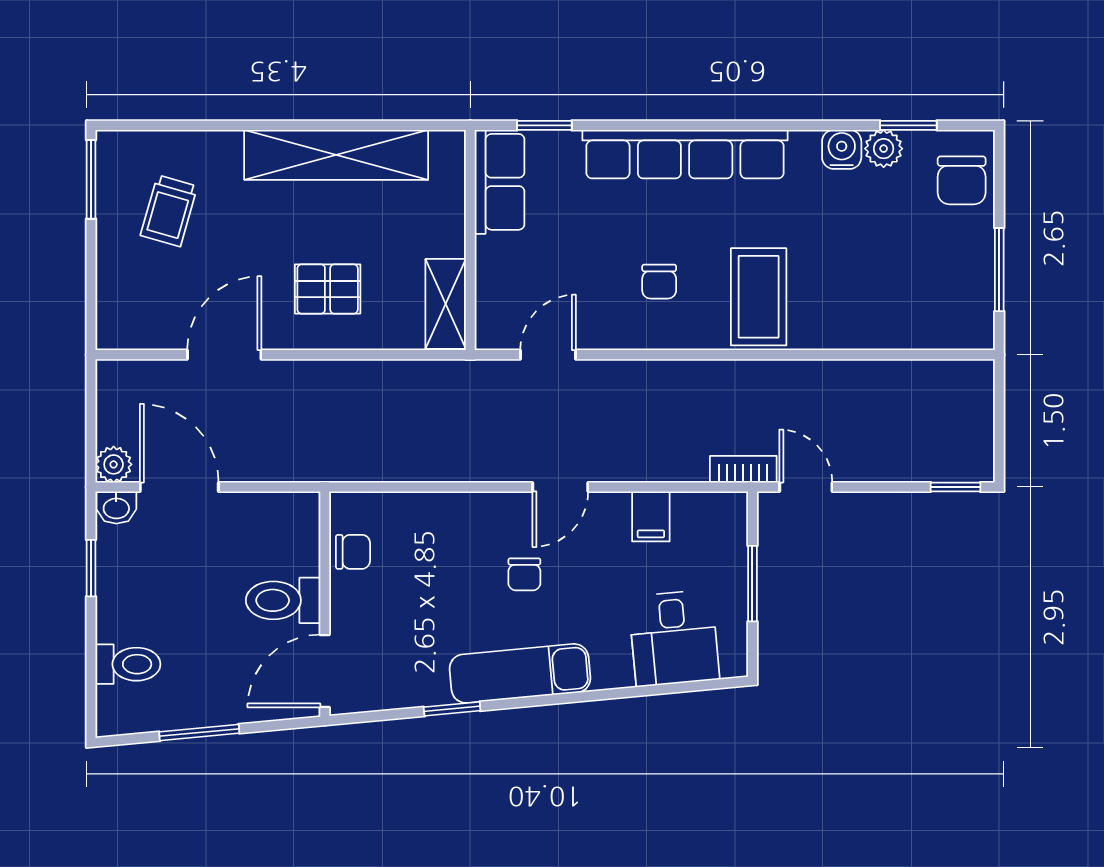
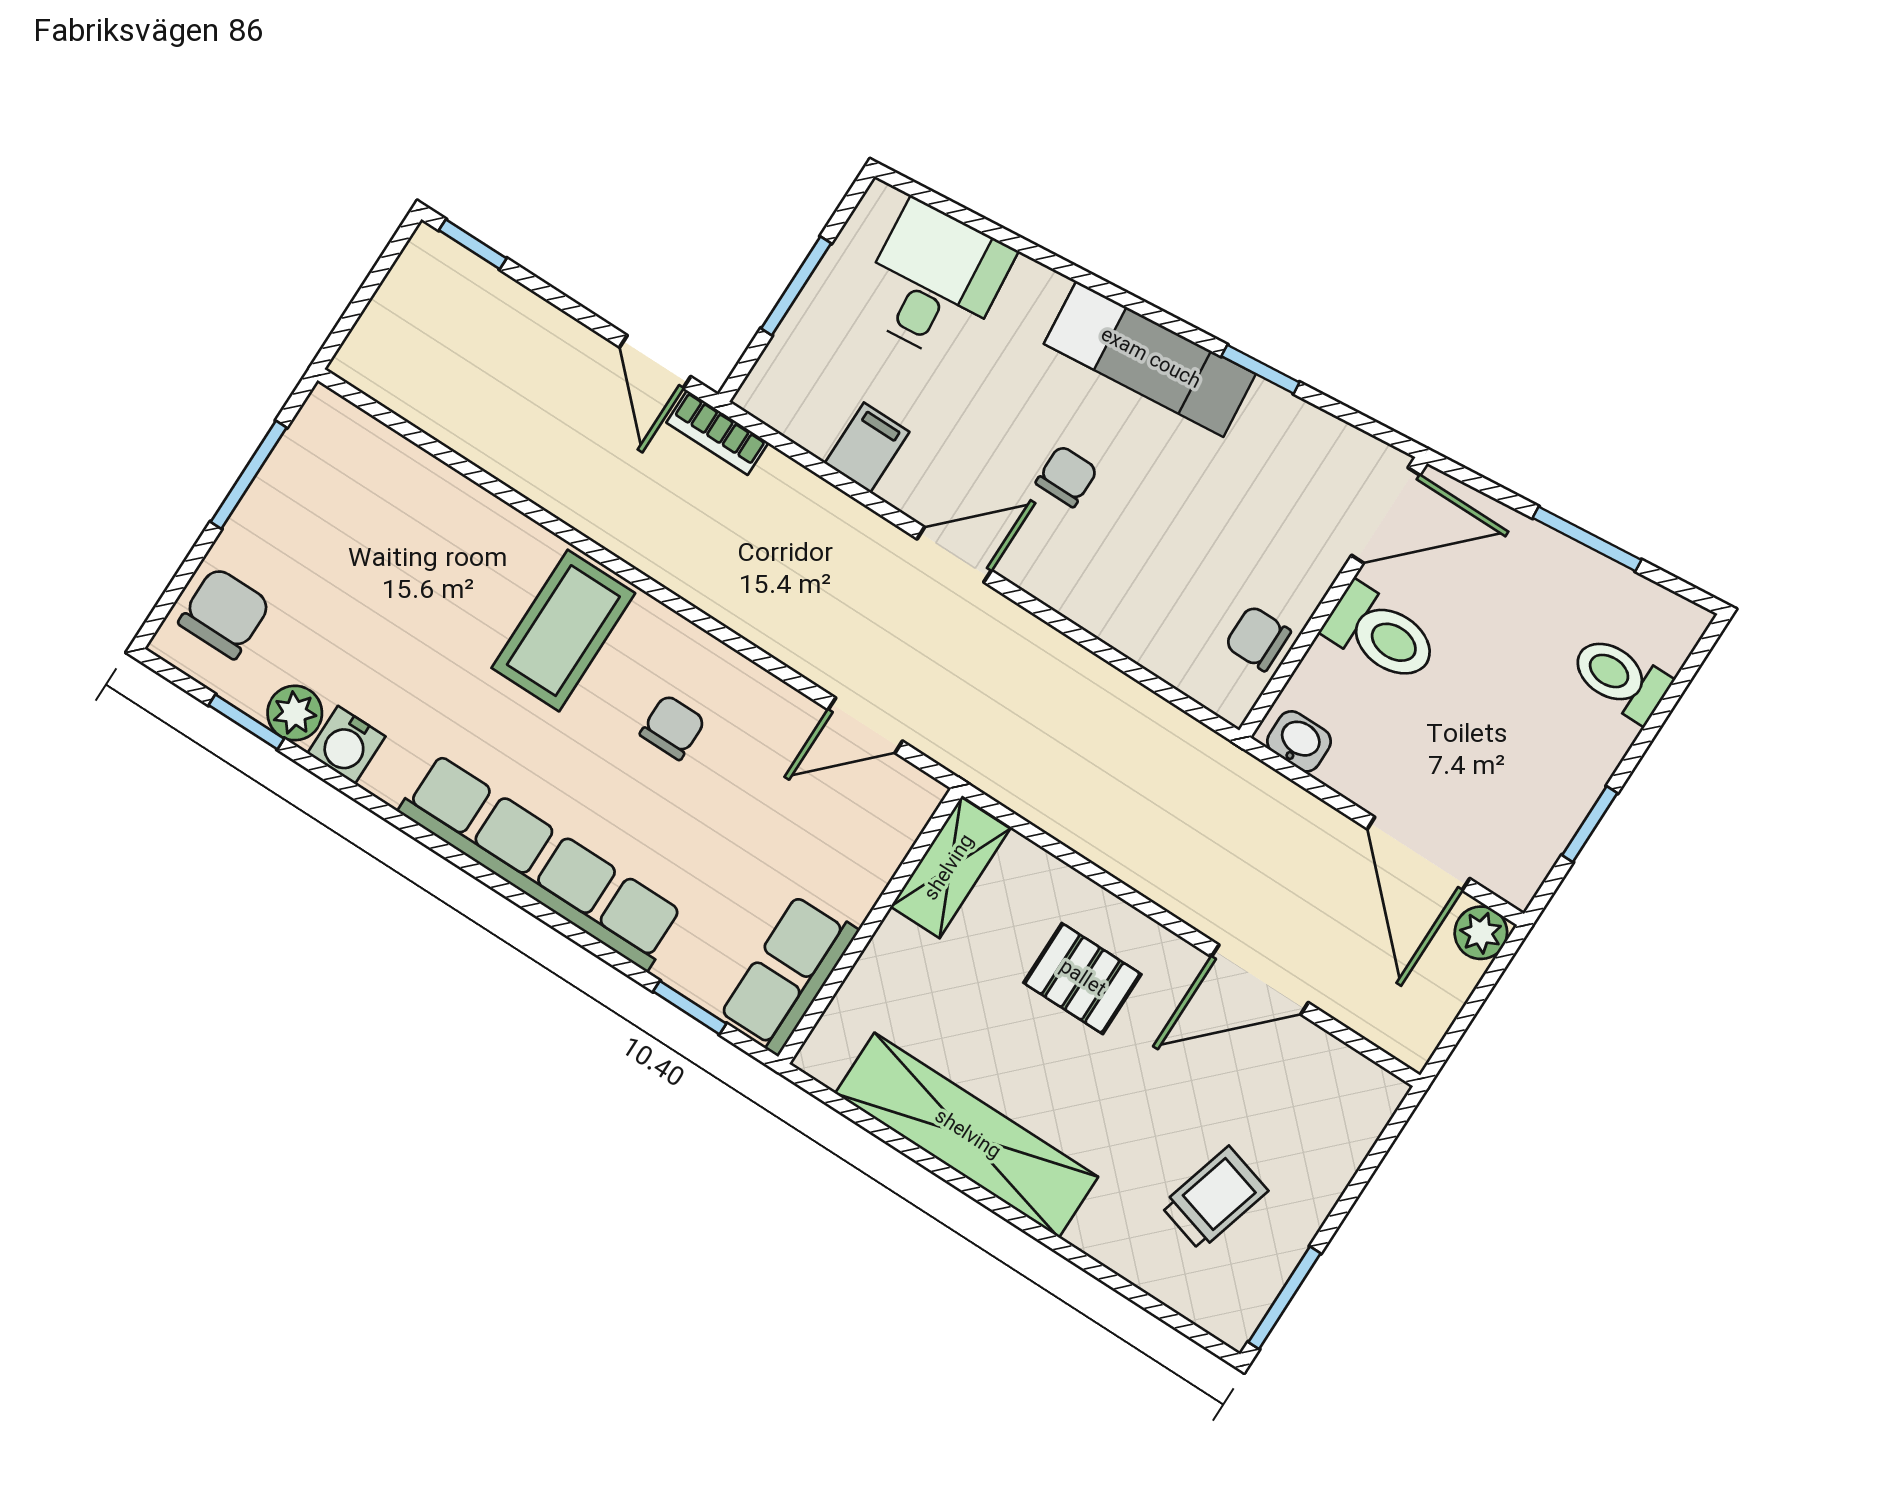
washbasin: (116, 507) -> (1299, 741), moved

